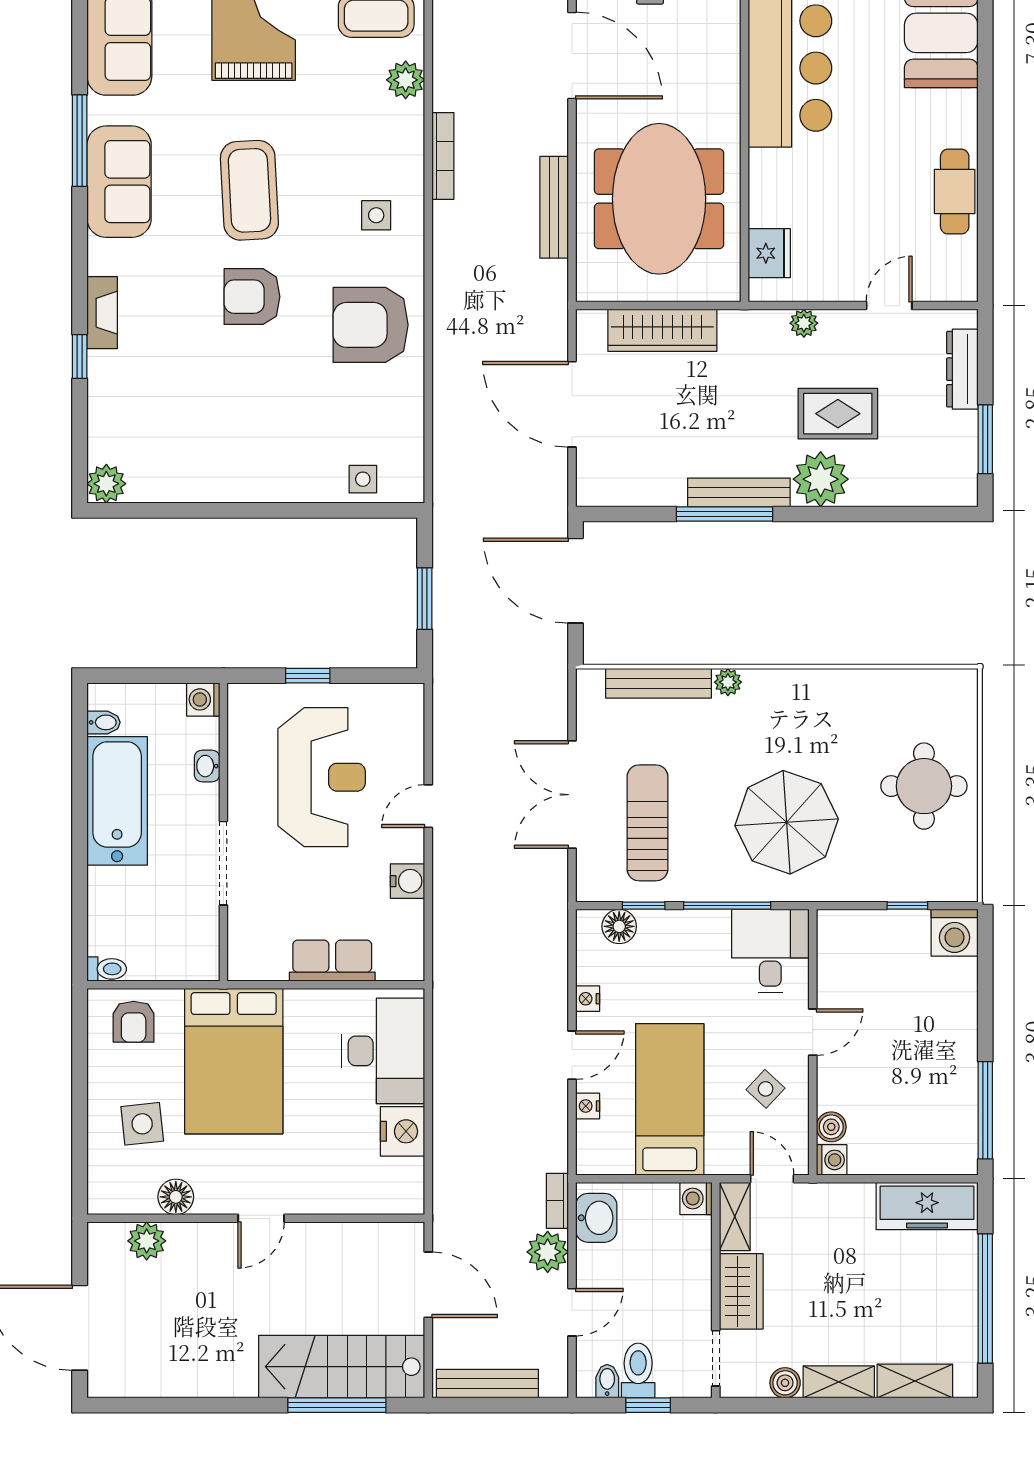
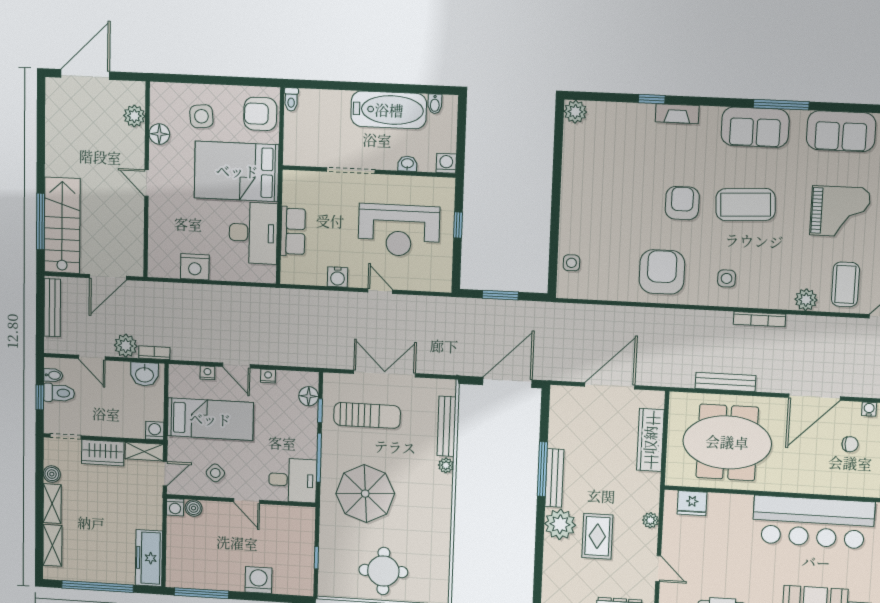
washing machine: (955, 933) -> (258, 580), moved, turned 90
armchair: (134, 1022) -> (260, 114), width x1.38, depth x1.38
desk: (383, 1051) -> (253, 233), moved, turned -90

